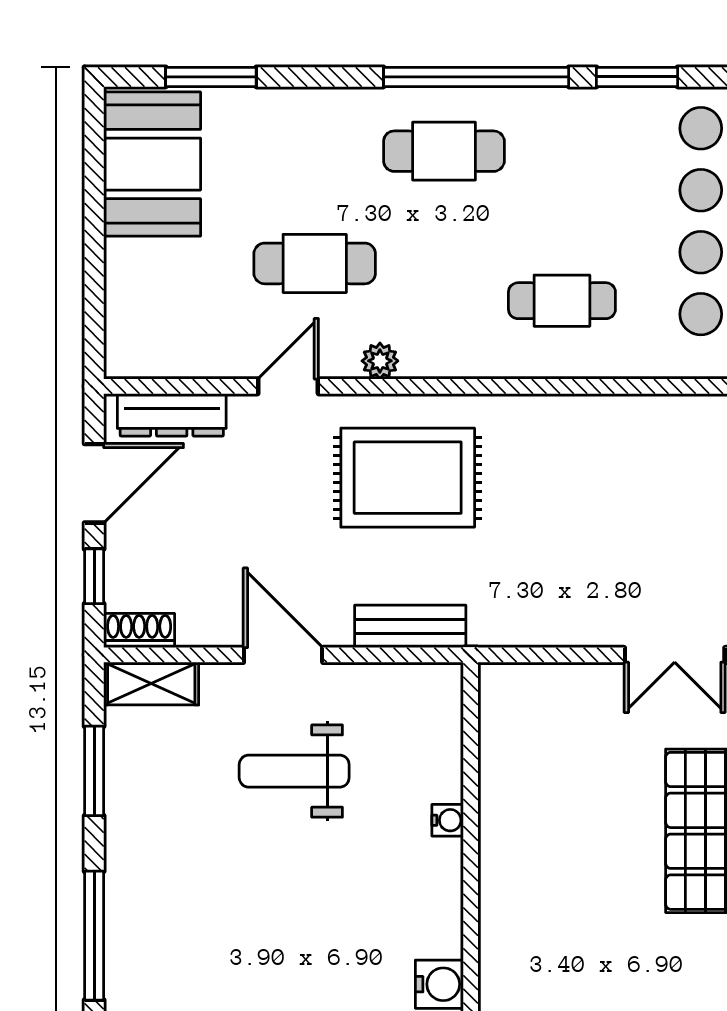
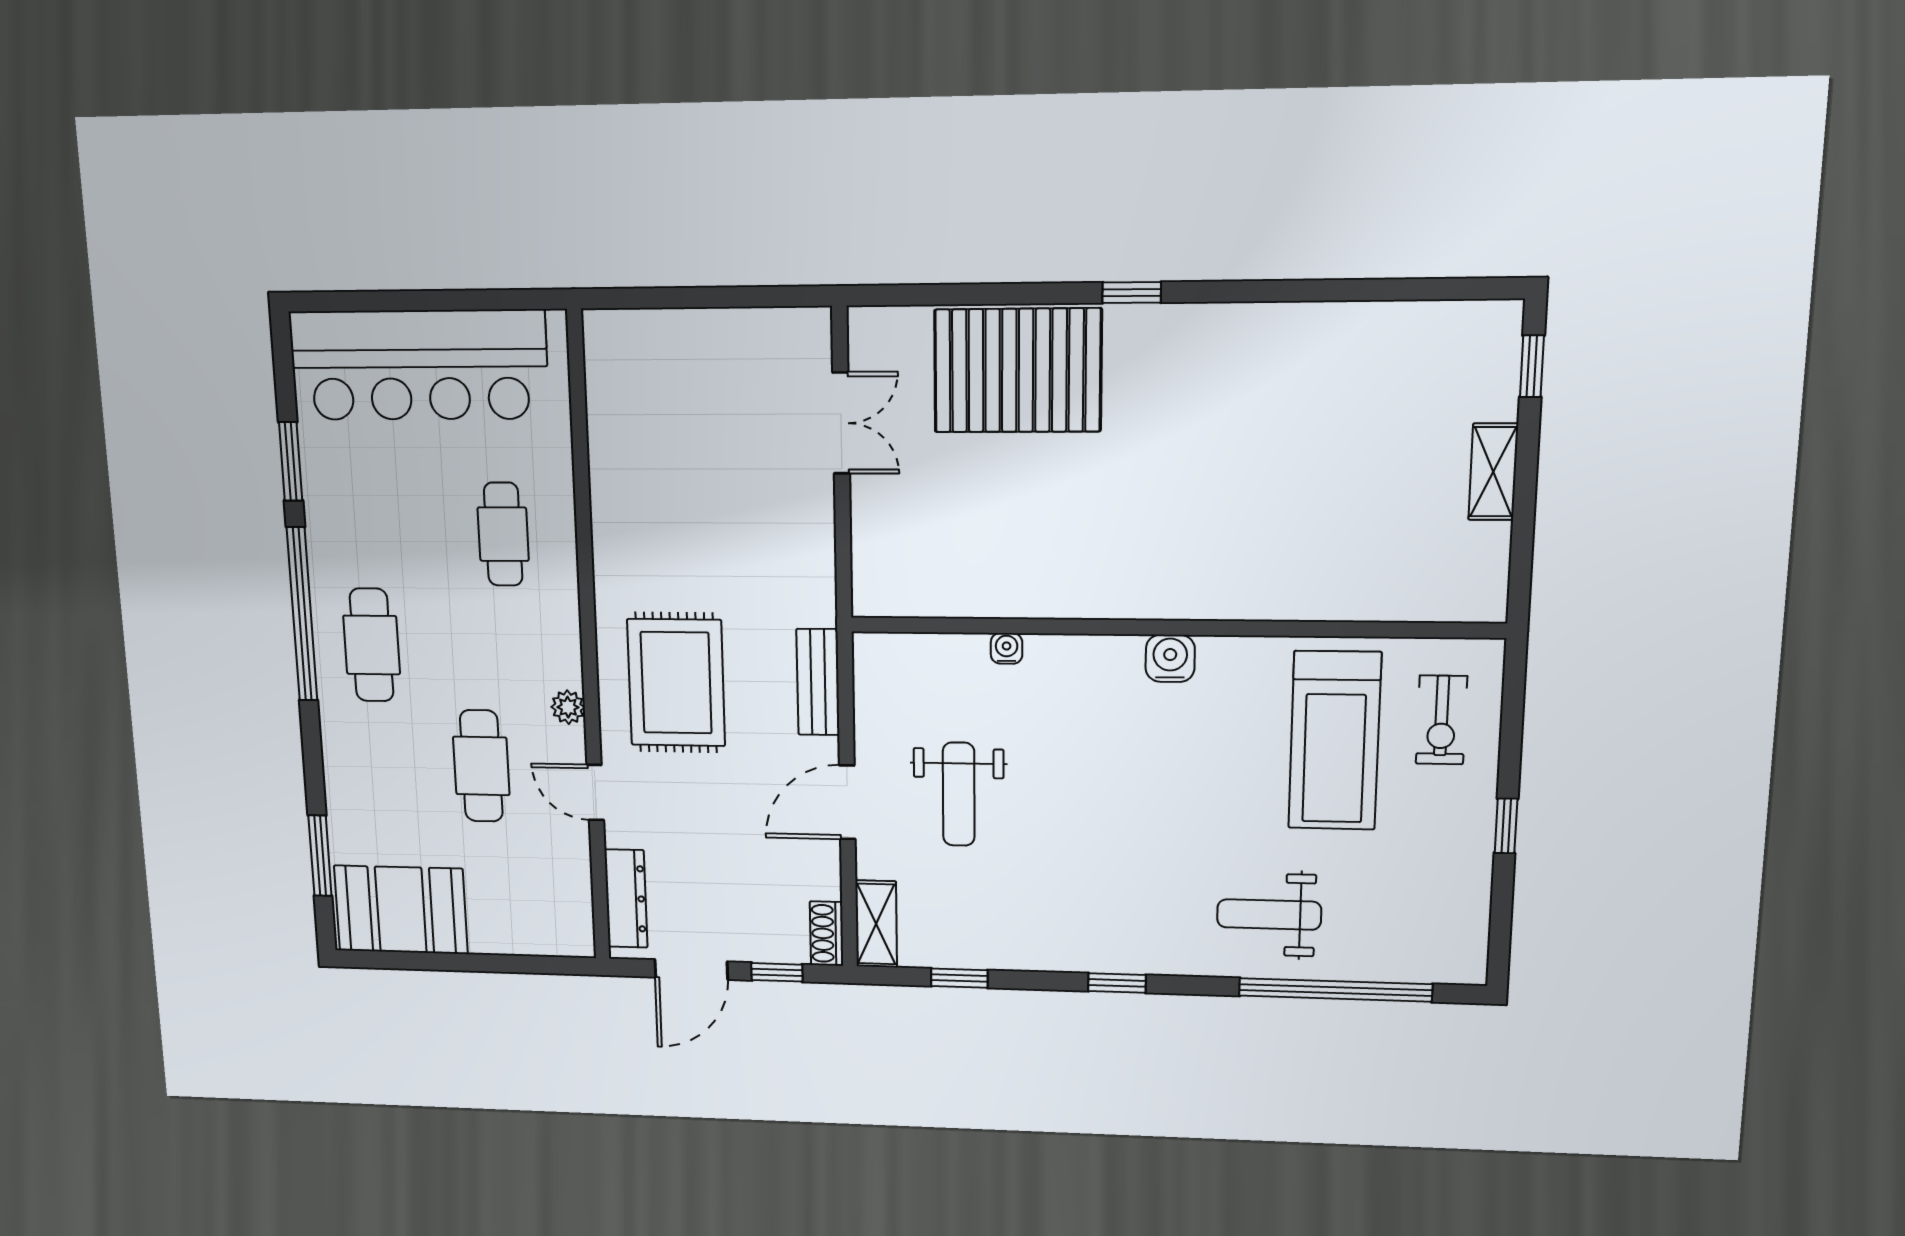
door: (94, 483) -> (691, 970), swing flipped
window: (94, 771) -> (959, 978), width x0.67
window: (94, 936) -> (1117, 983), width x0.46

